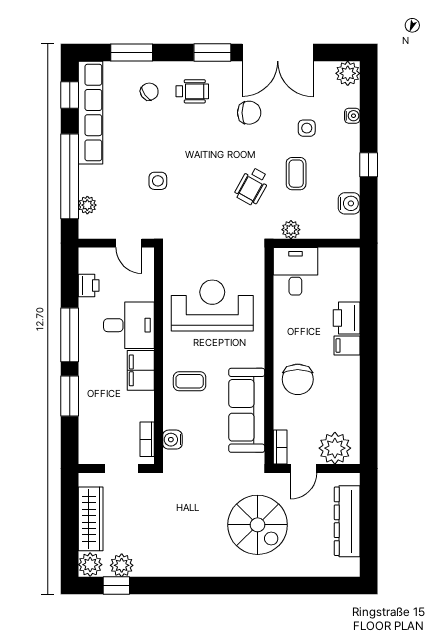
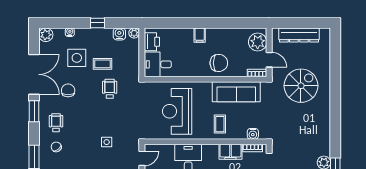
side table: (307, 128) -> (77, 58), width x1.87, depth x1.87
wheelchair: (252, 186) -> (110, 89), turned -119
plant: (291, 230) -> (134, 33), moved
printer: (347, 318) -> (152, 42), moved, turned -90
filing cabinet: (141, 370) -> (230, 152), moved

